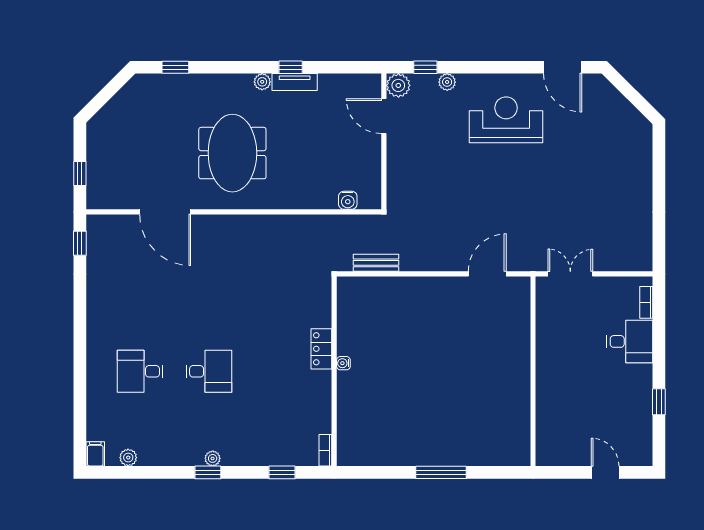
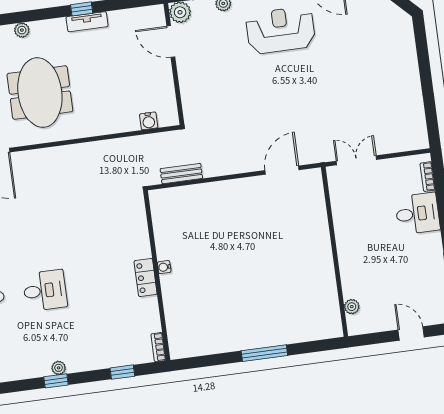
plant: (262, 82) -> (22, 30), moved
locker: (321, 349) -> (146, 278), moved
plant: (544, 434) -> (352, 307), added

